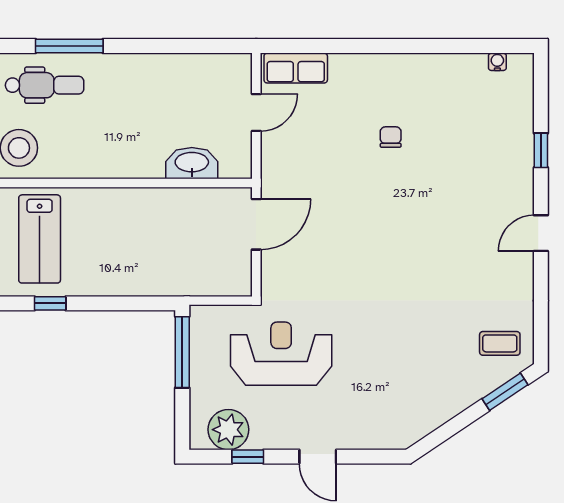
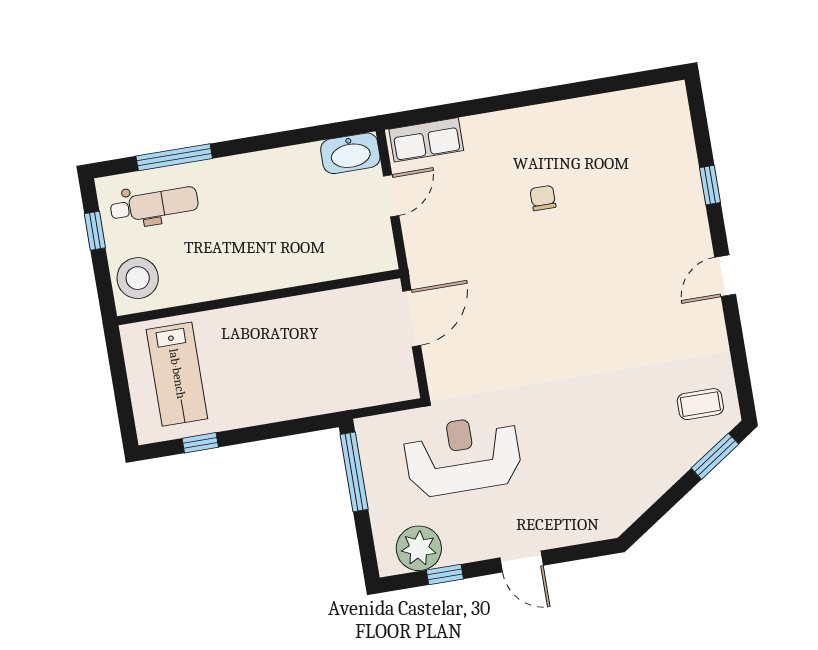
water cooler: (497, 62) -> (646, 96), removed
washbasin: (192, 163) -> (350, 153), moved, turned 180

